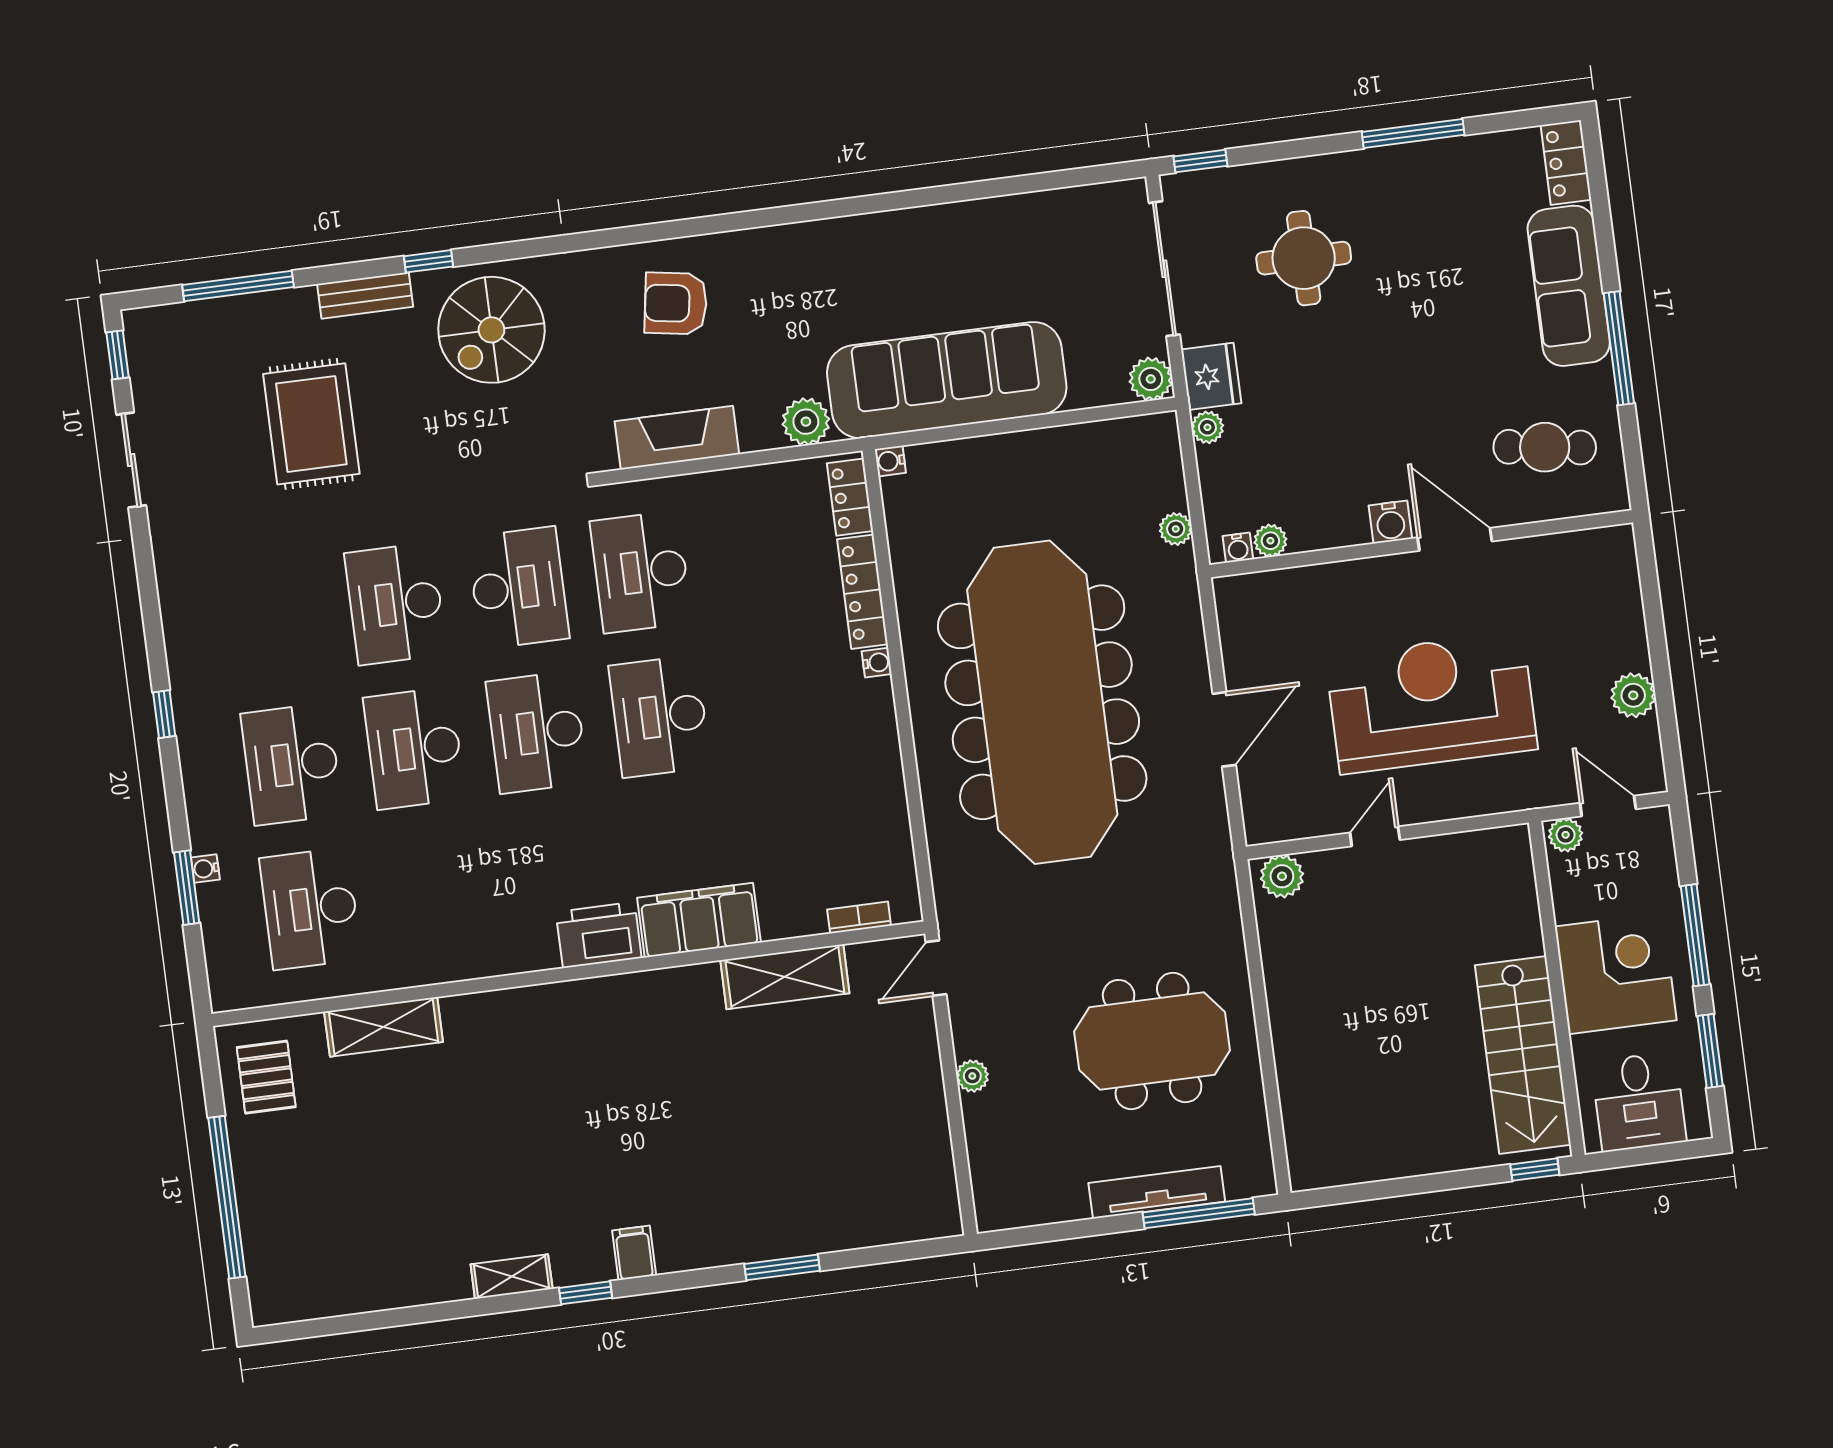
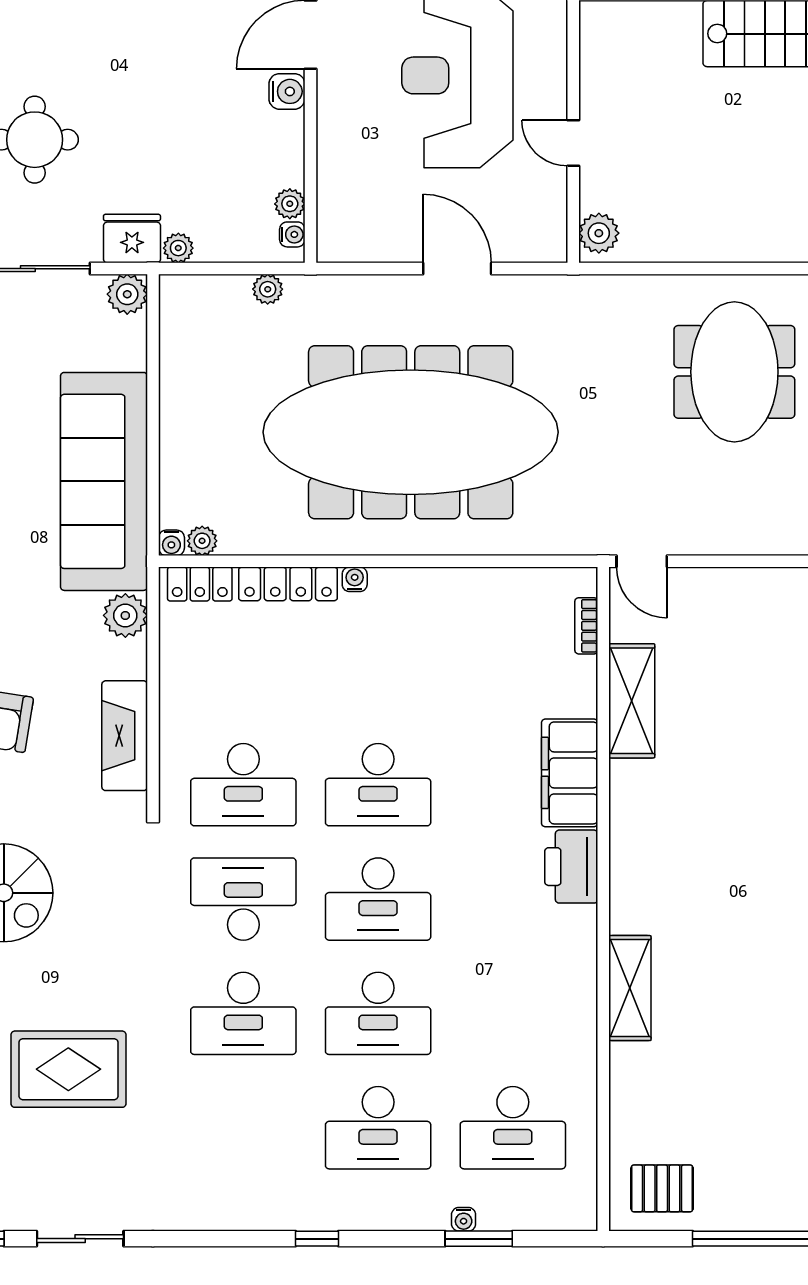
shelving: (384, 1027) -> (630, 988), moved
plant: (972, 1076) -> (202, 541), moved

